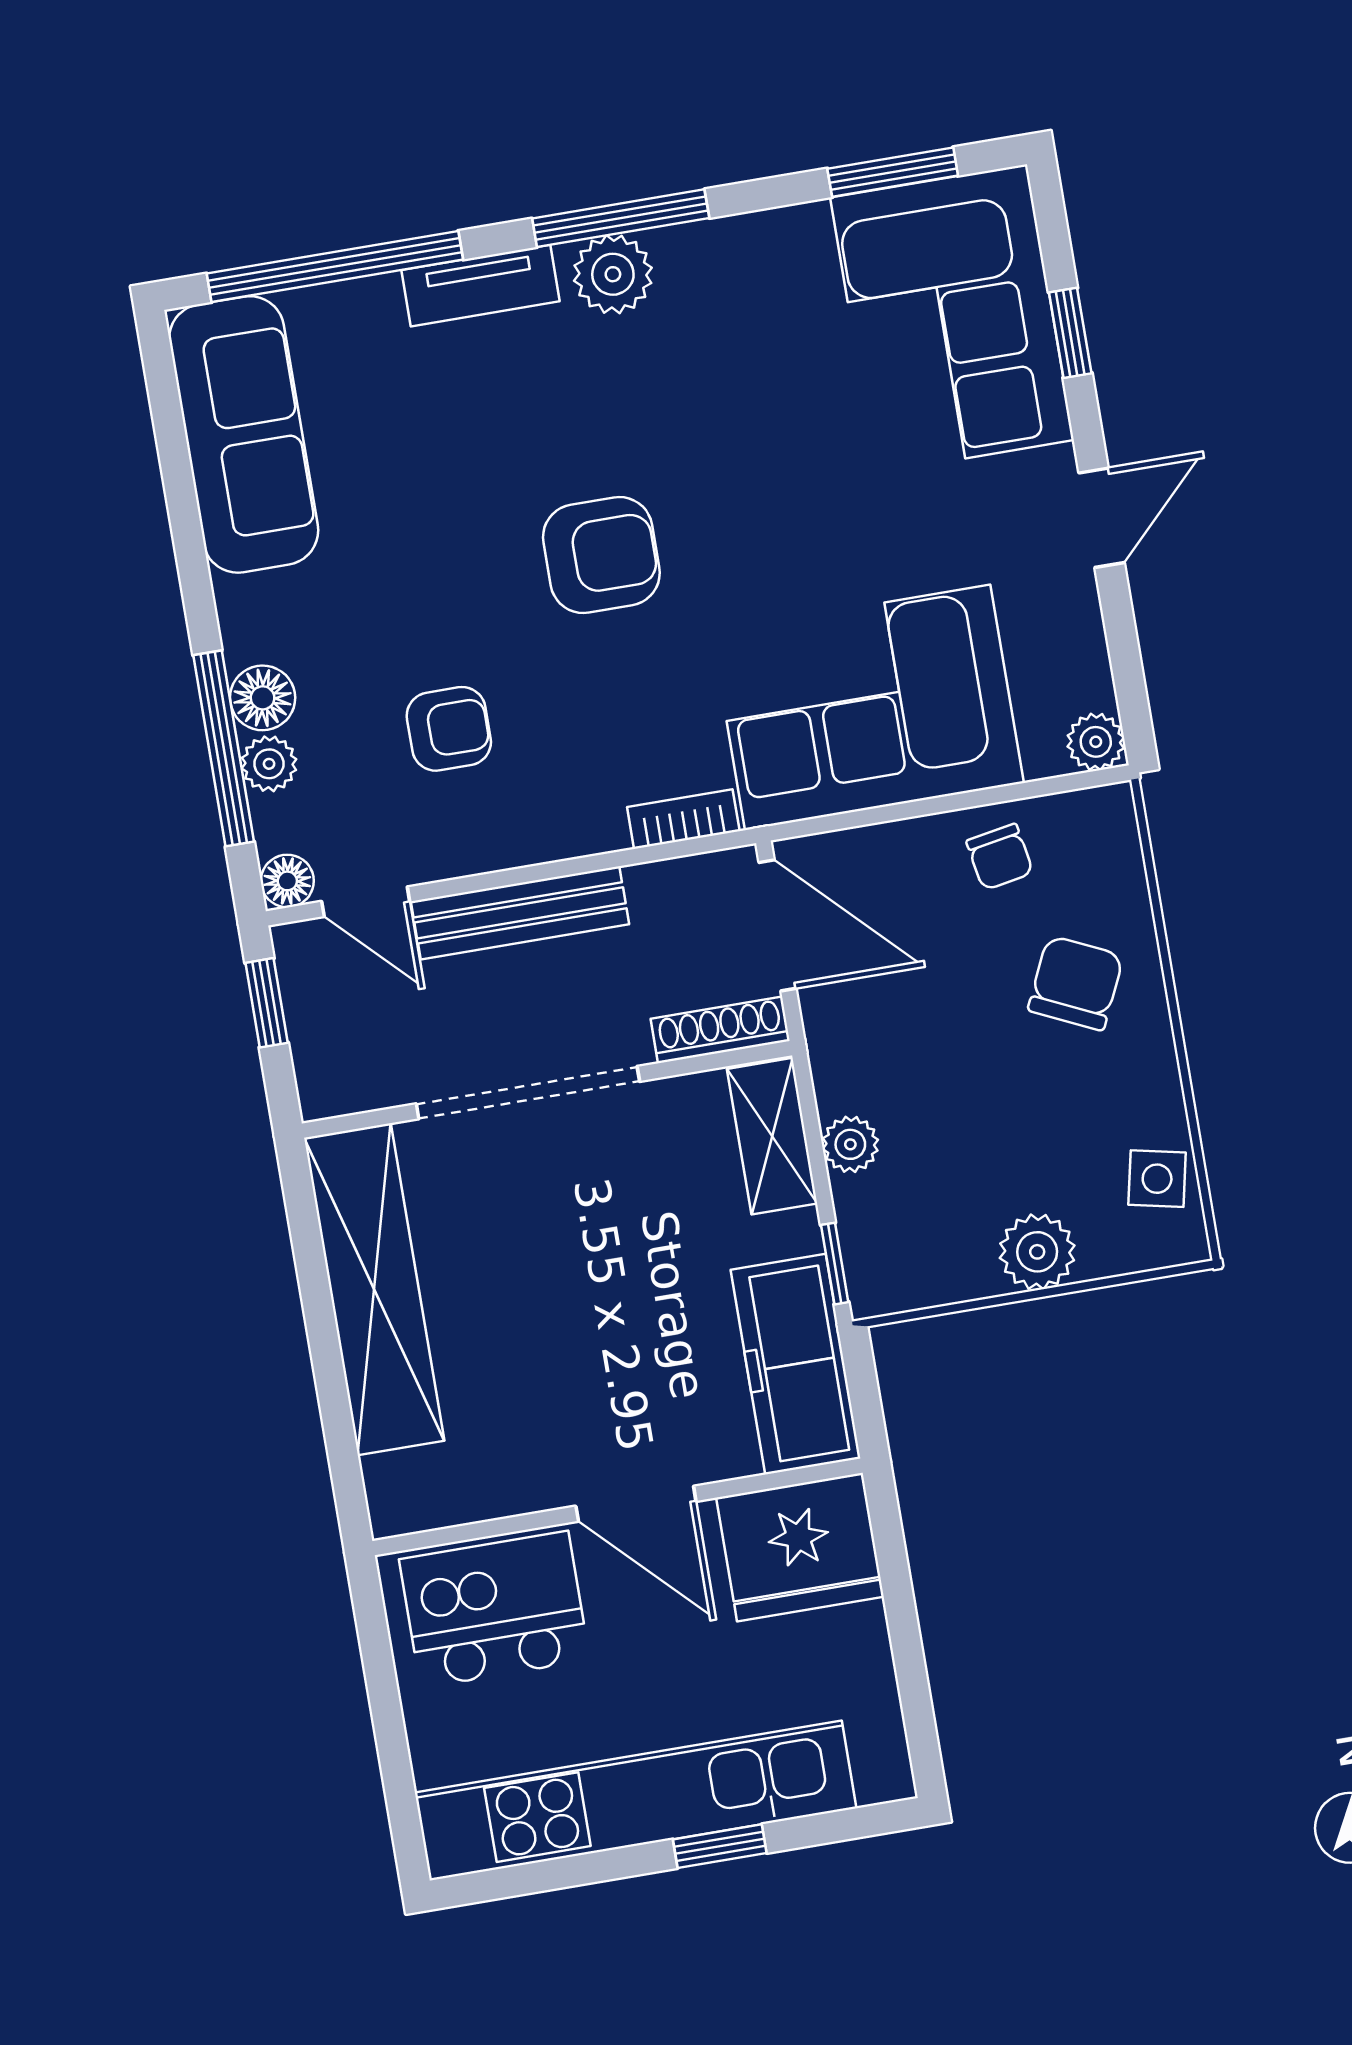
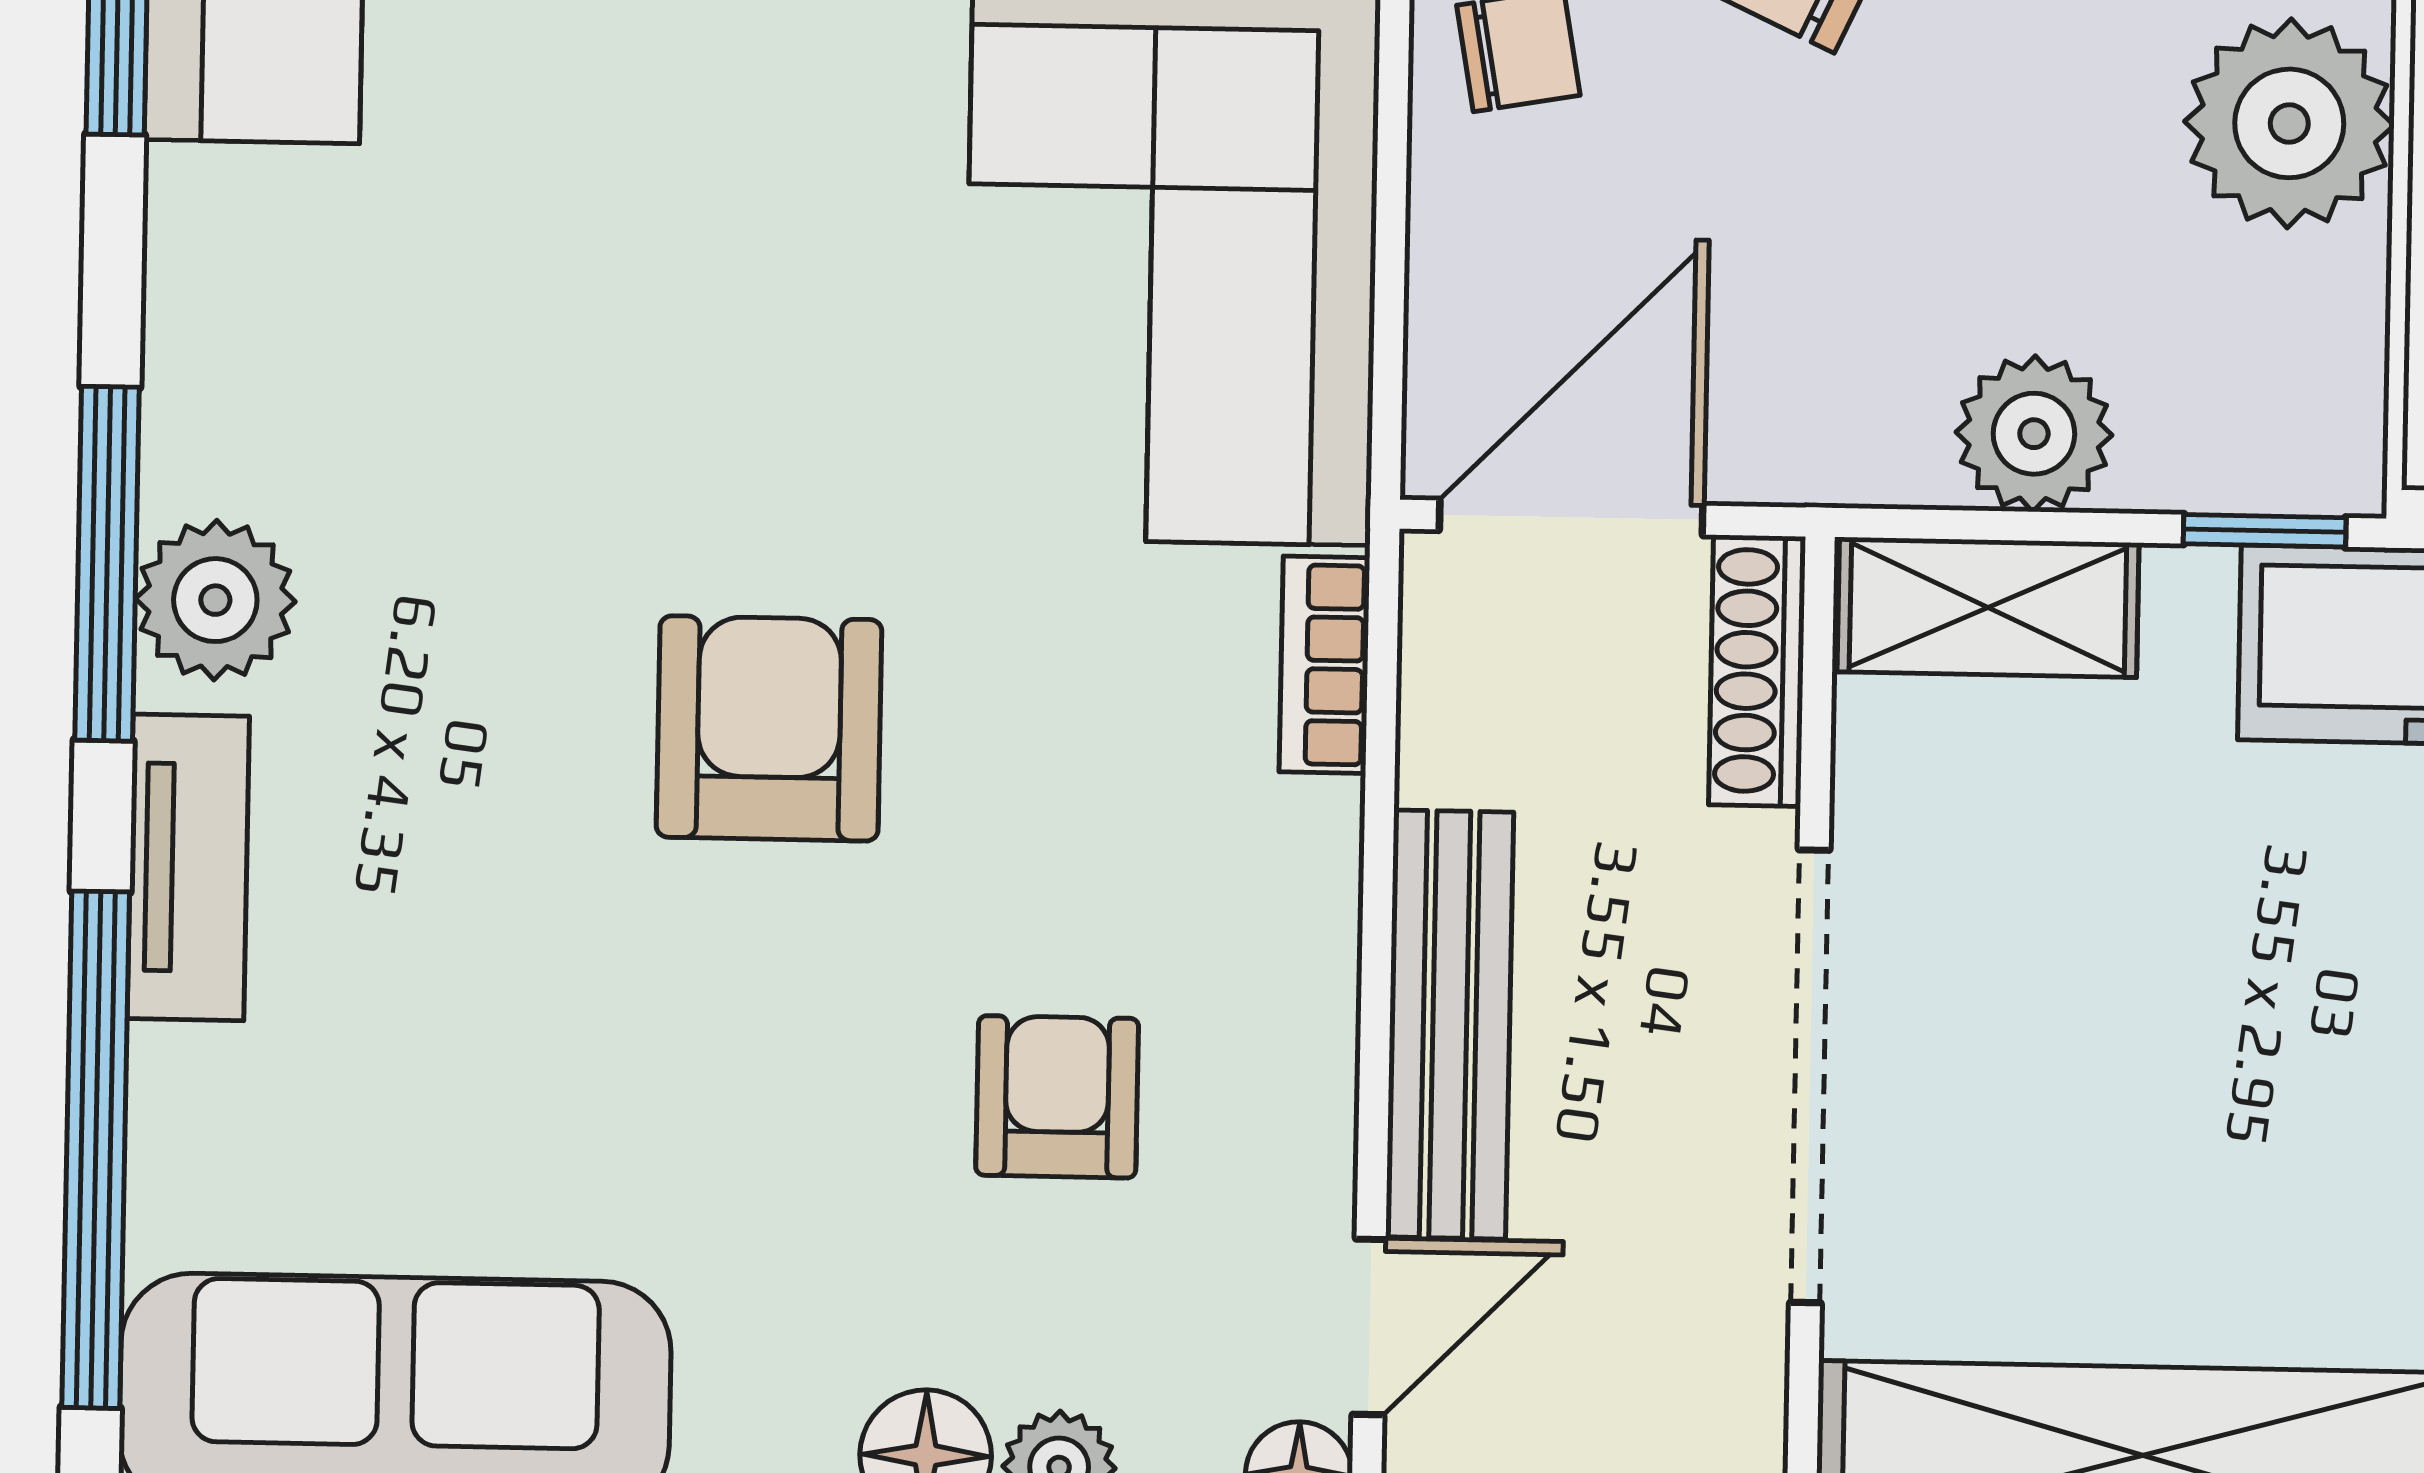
plant: (850, 1144) -> (2034, 434), width x1.38, depth x1.38
plant: (1037, 1252) -> (2289, 123), width x1.36, depth x1.36

